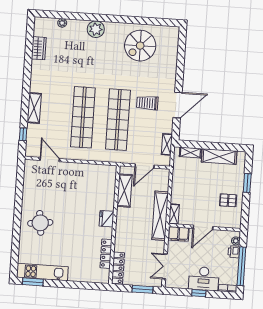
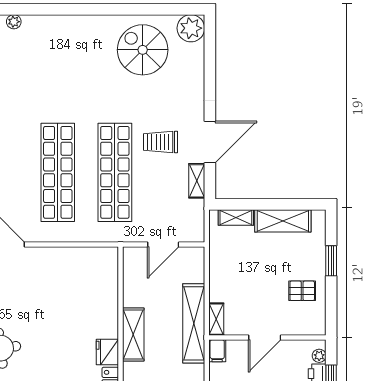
plant: (96, 29) -> (191, 28), moved
spiral stairs: (140, 46) -> (143, 50), turned 90
shelving: (167, 144) -> (197, 181), moved
shelving: (125, 191) -> (133, 335), moved
fridge: (107, 219) -> (107, 352), moved
filing cabinet: (178, 234) -> (217, 351), width x0.50

